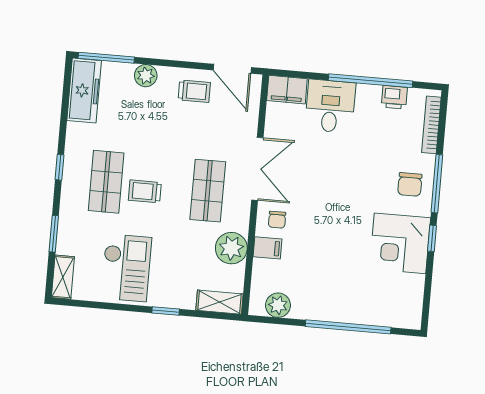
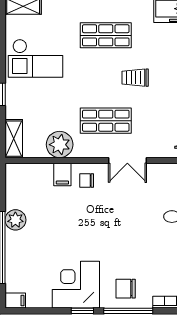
double door: (257, 169) -> (127, 160), width x0.73
trolley: (145, 191) -> (135, 78), moved, turned -90
plant: (278, 305) -> (15, 220), moved
filing cabinet: (413, 317) -> (15, 301), added

